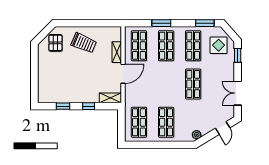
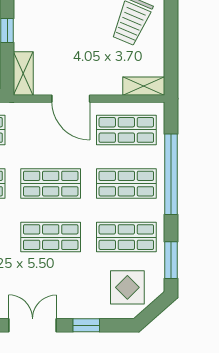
window: (161, 23) -> (171, 174), width x2.11
shelving: (117, 52) -> (144, 86), moved
window: (238, 55) -> (86, 325), moved
shop shelf: (166, 84) -> (51, 184), added

